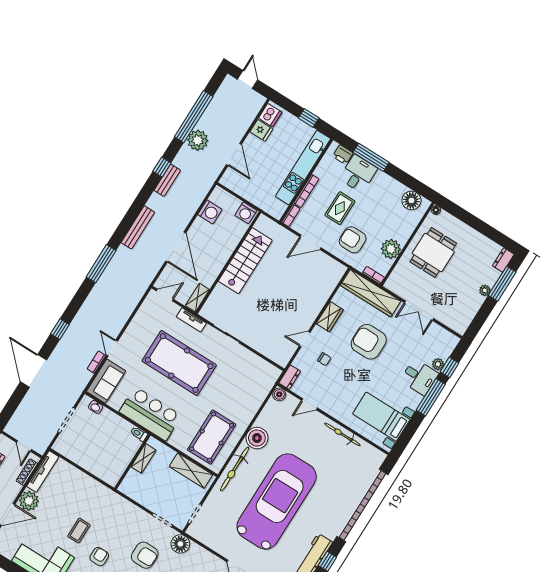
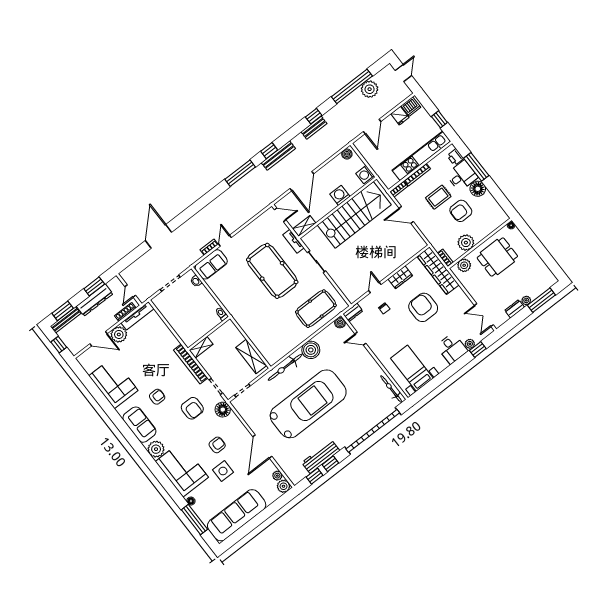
plant: (198, 140) -> (370, 89), moved
boiler: (216, 197) -> (347, 154), added
floor lamp: (411, 200) -> (478, 189), moved
washing machine: (210, 212) -> (340, 195), moved, turned 180
armchair: (353, 240) -> (461, 211), moved, turned -90
dresser: (503, 260) -> (515, 309), moved
stairs: (245, 261) -> (354, 215), width x1.36, depth x1.51
plant: (398, 276) -> (464, 265), added
double door: (419, 311) -> (484, 315), moved
window: (60, 329) -> (269, 151), moved
door: (305, 339) -> (375, 288), hinge flipped
window: (431, 397) -> (455, 367), removed
bar counter: (150, 414) -> (236, 302), removed
bicycle: (342, 434) -> (391, 389), moved
pool table: (212, 437) -> (316, 309), moved
shelving: (143, 458) -> (201, 347), moved
bookcase: (124, 505) -> (191, 364), added
coffee table: (79, 531) -> (149, 371), removed

